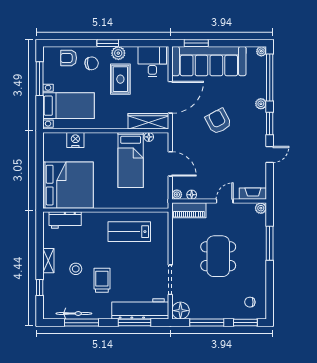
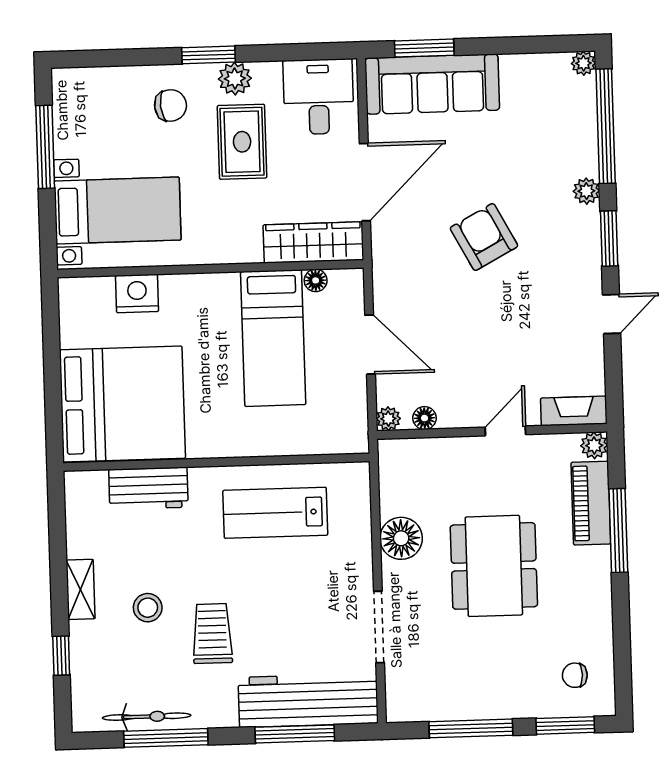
armchair: (69, 58) -> (114, 94), removed
sofa: (209, 61) -> (432, 84), width x0.74, depth x0.79
piano: (189, 210) -> (591, 503), moved, turned 90
workbench: (65, 220) -> (148, 488), moved
floor lamp: (180, 311) -> (401, 538), moved

